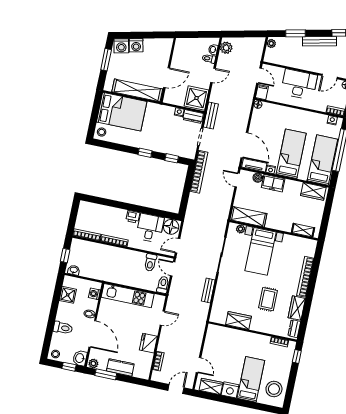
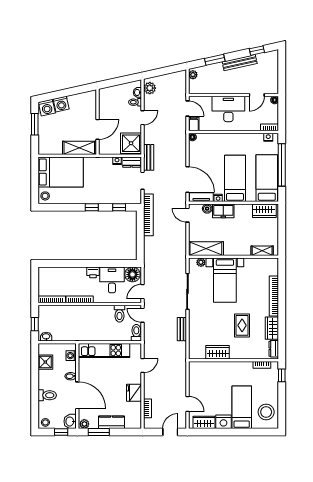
shelving: (137, 90) -> (79, 148), width x0.68

